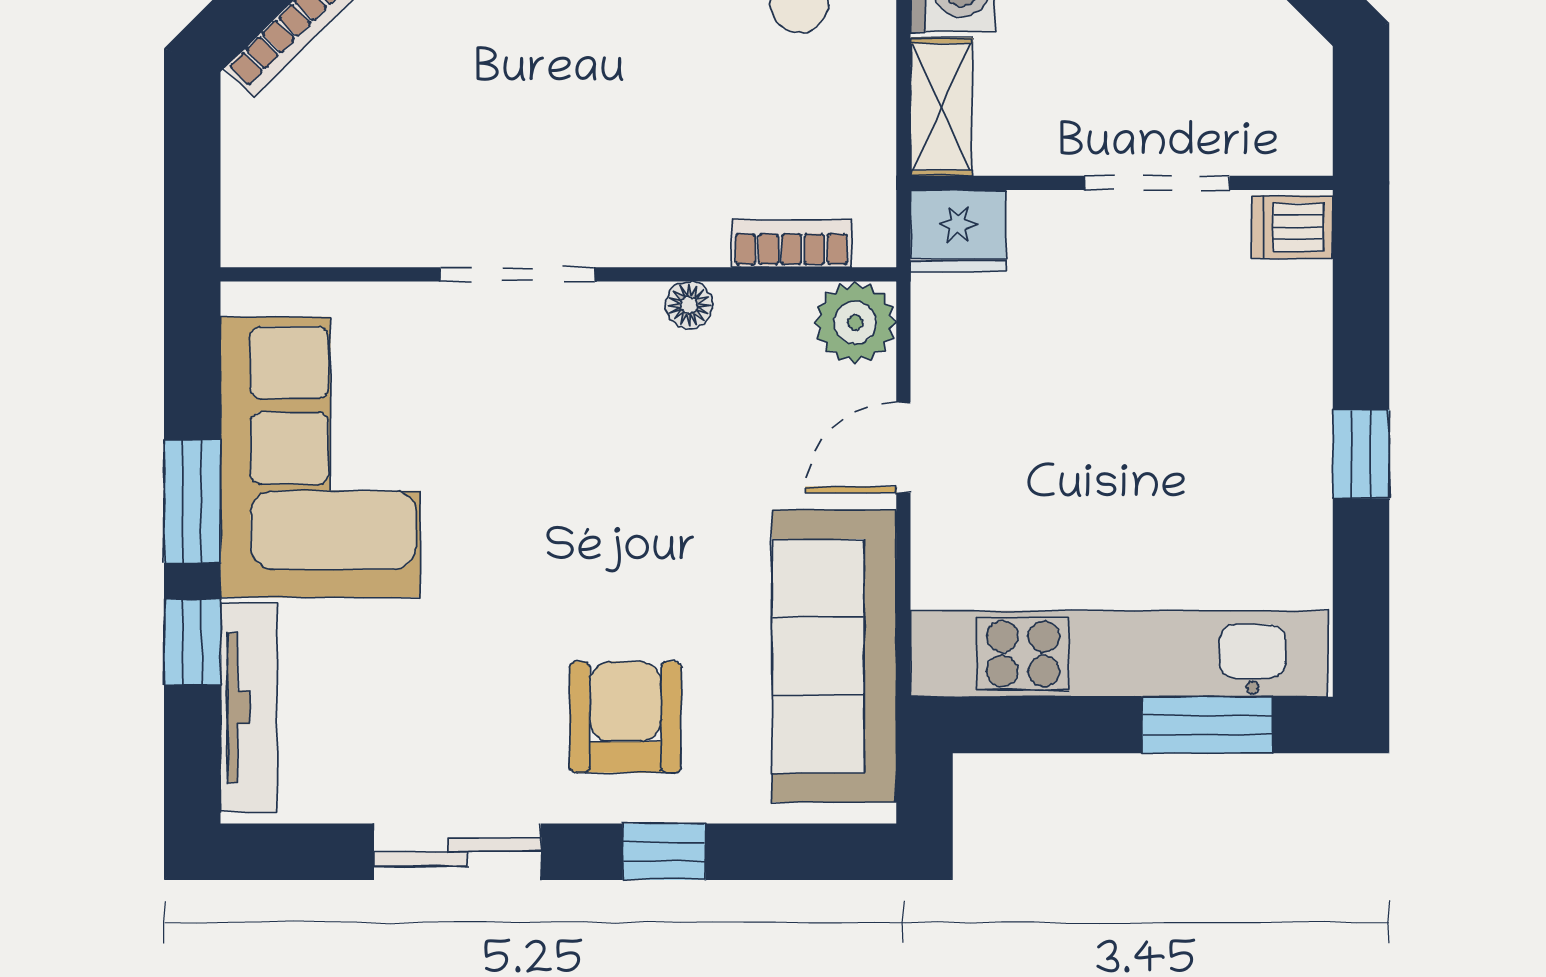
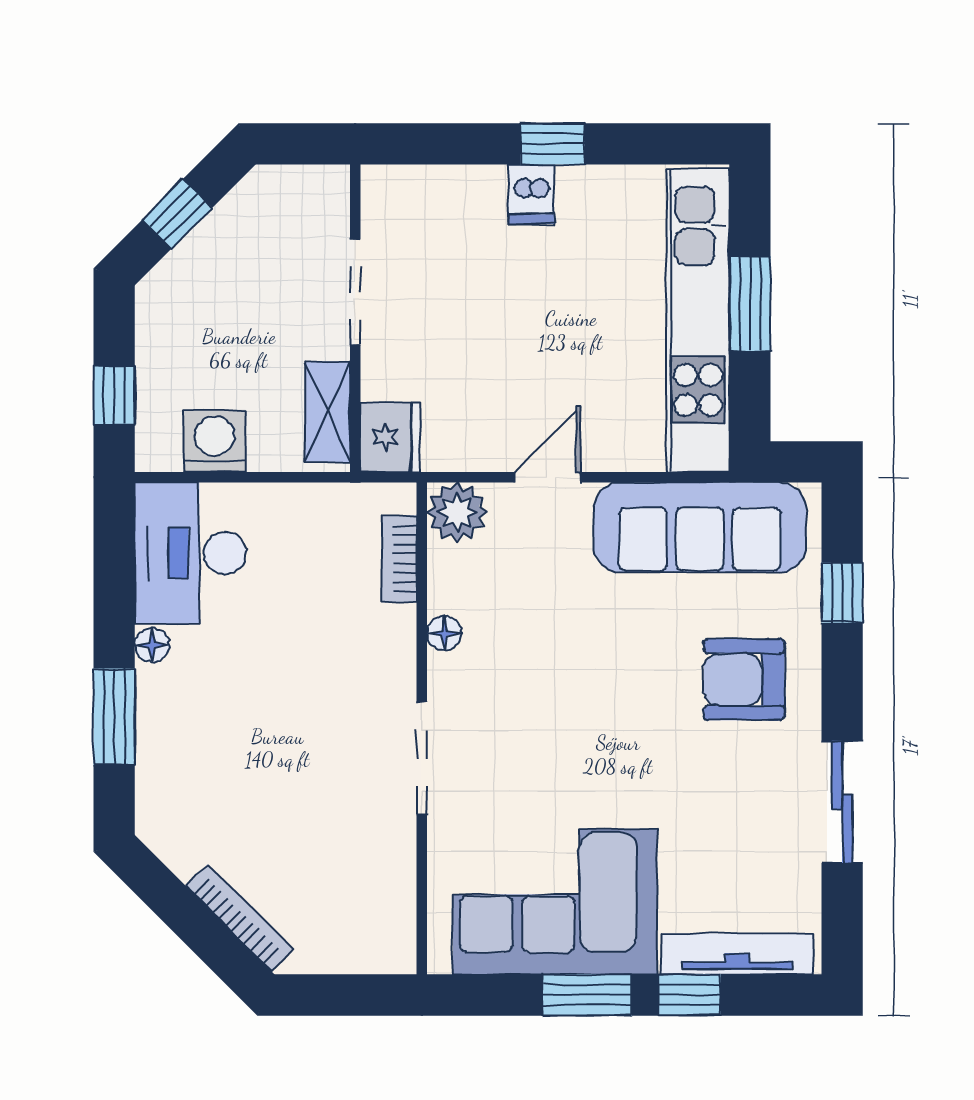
shelving: (941, 107) -> (327, 412), moved, turned 90
dishwasher: (1292, 227) -> (531, 194), moved
door: (903, 447) -> (548, 477), swing flipped
window: (1208, 725) -> (750, 304), moved
window: (664, 852) -> (842, 593), moved

